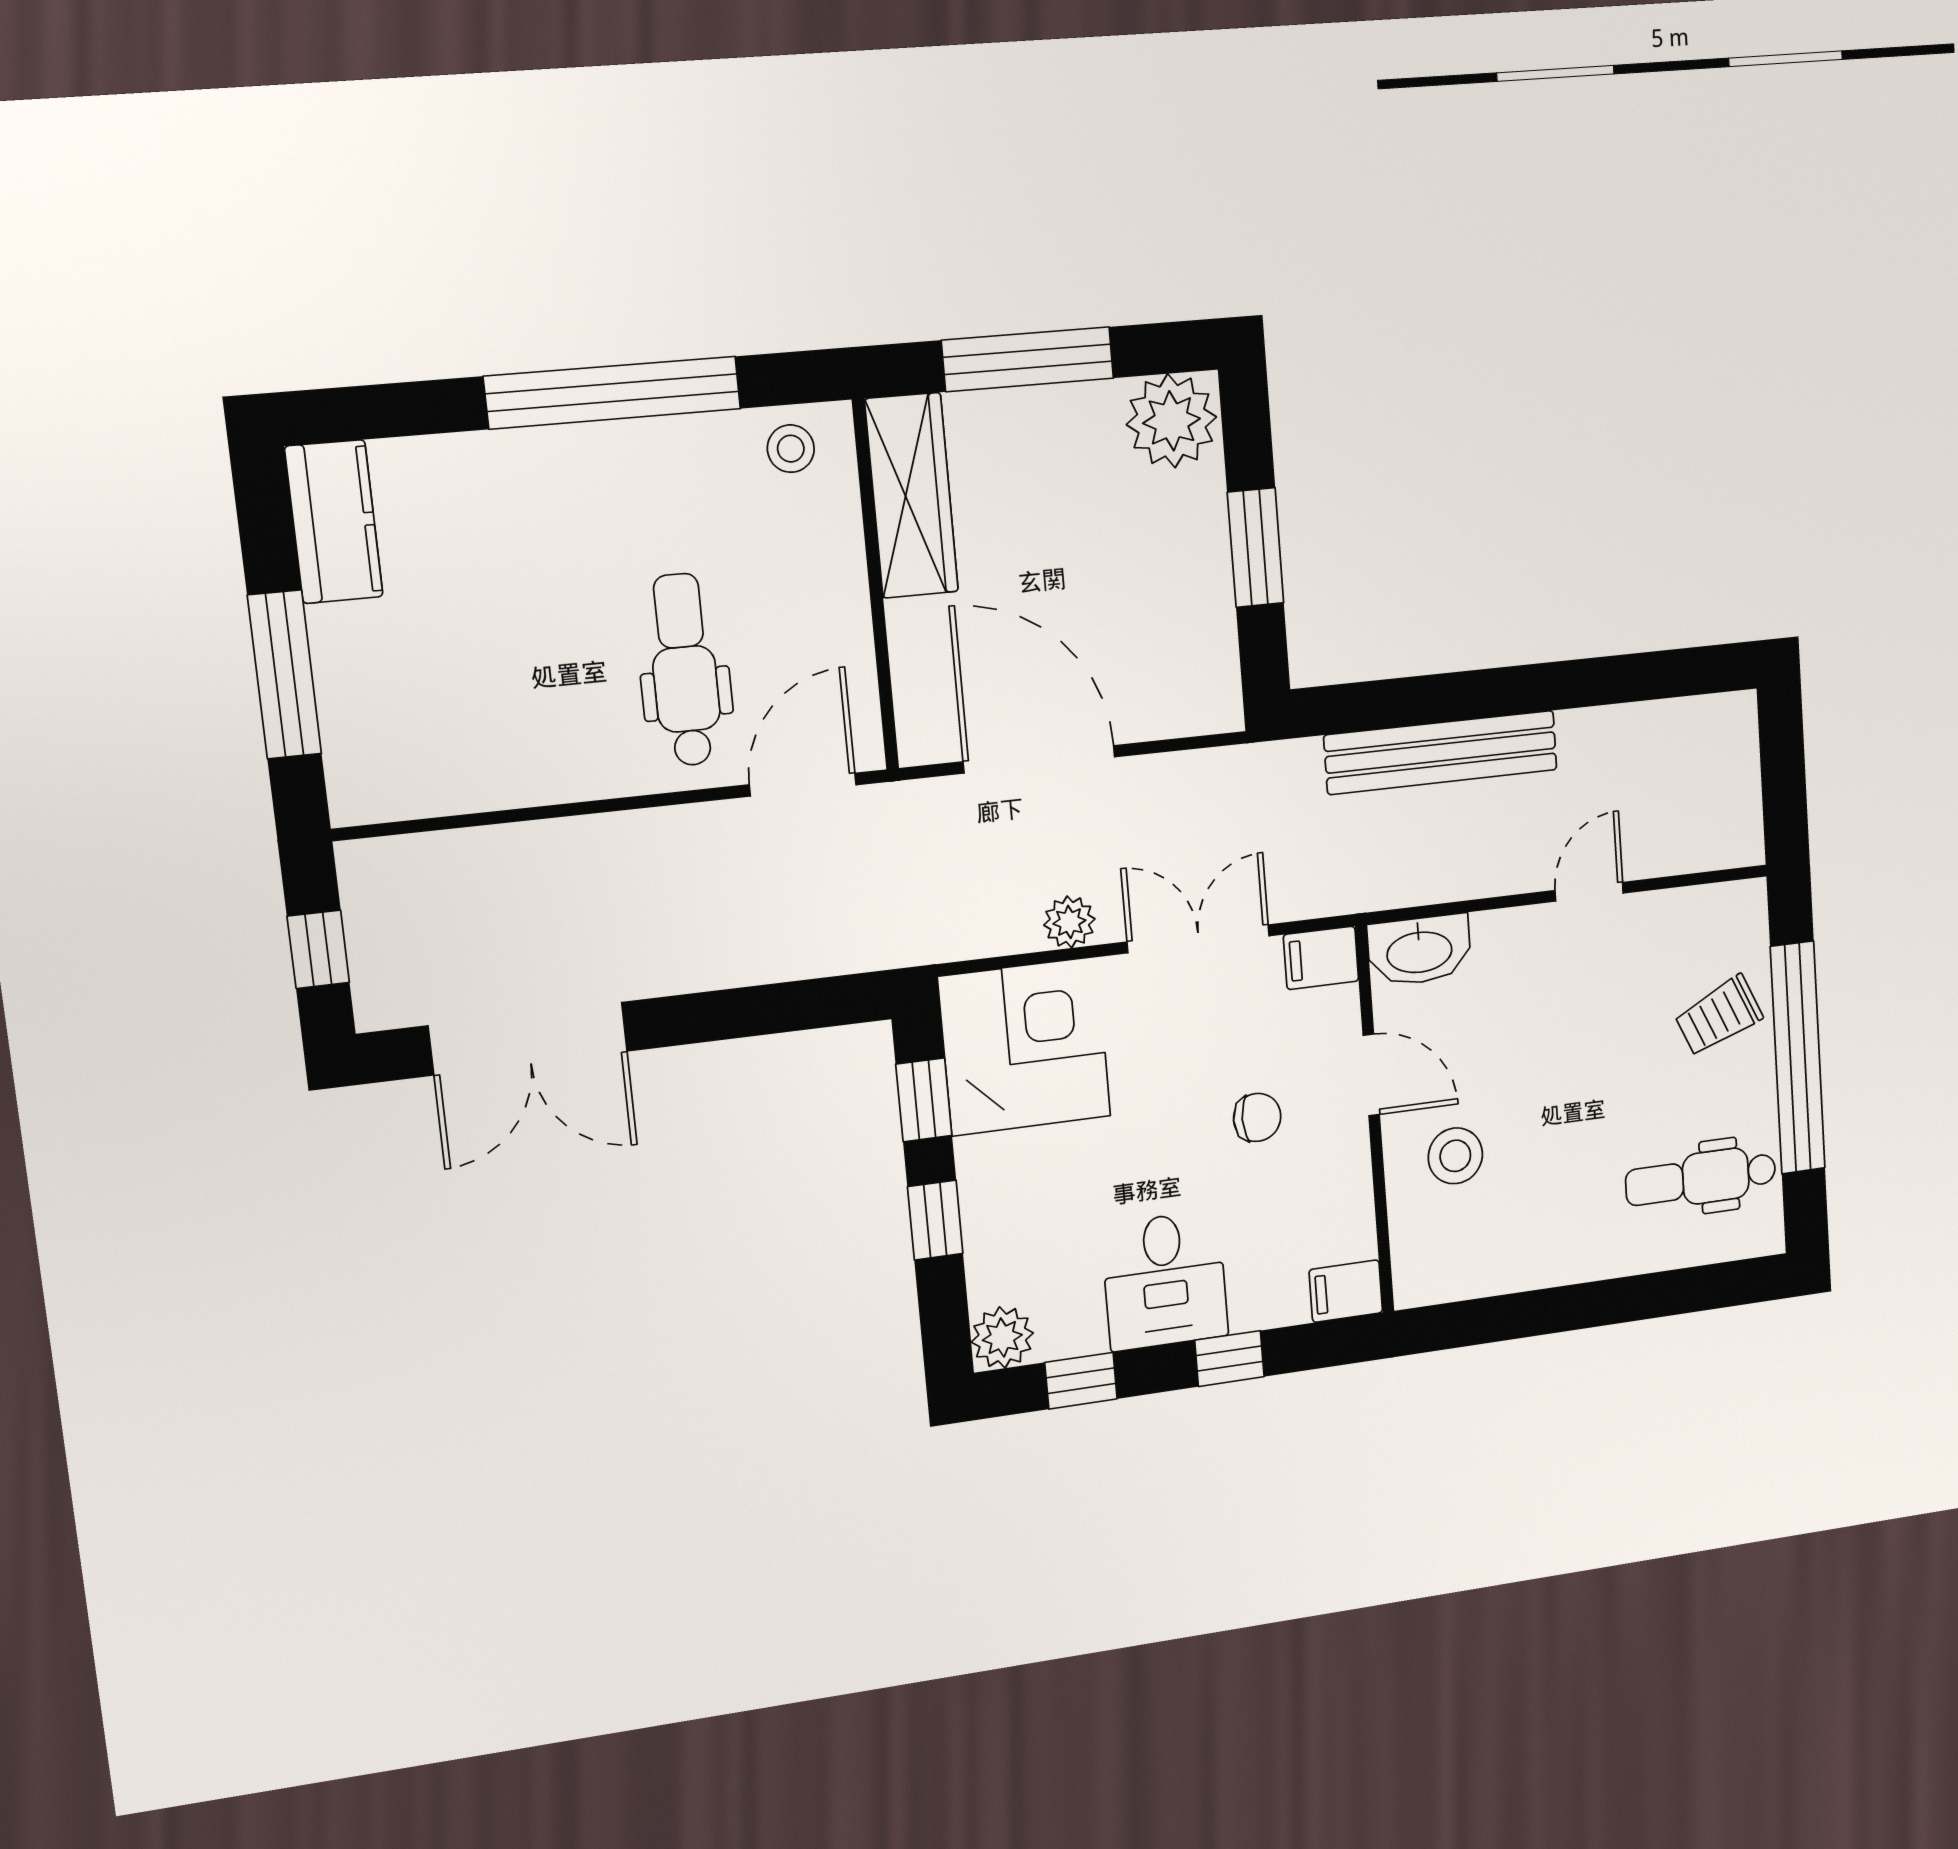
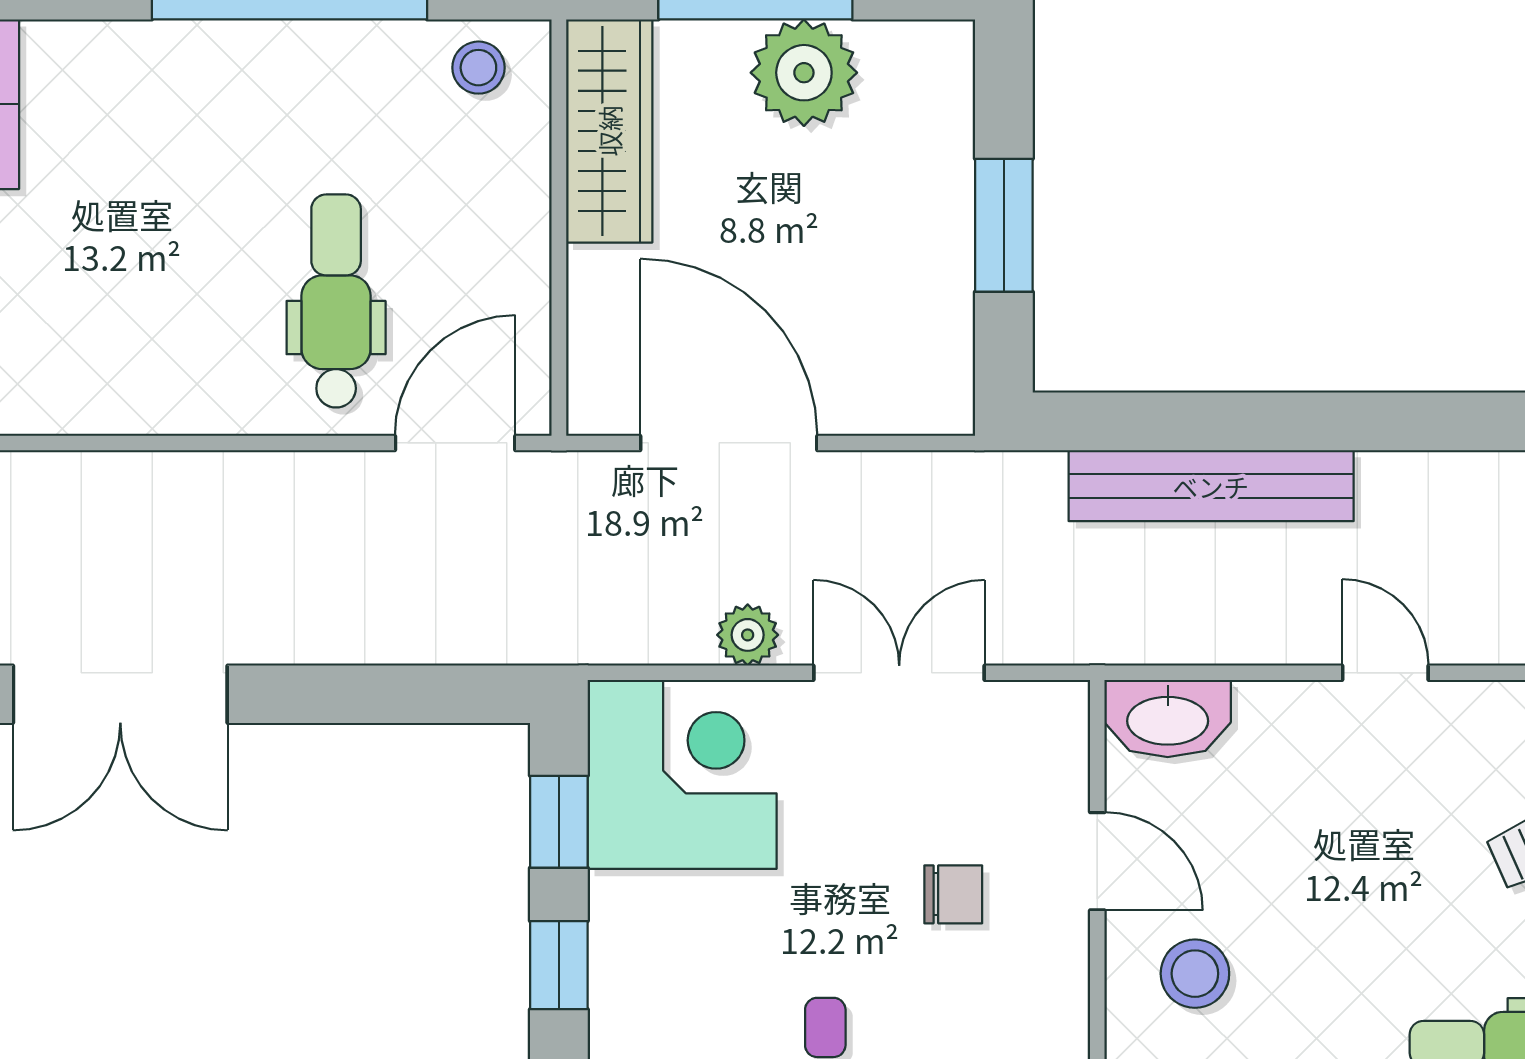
plant: (1171, 421) -> (804, 73), moved
door: (1589, 892) -> (1385, 673), hinge flipped
filing cabinet: (1321, 958) -> (1046, 713), removed

